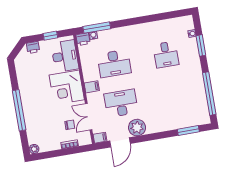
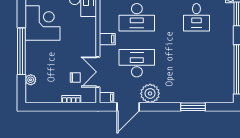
corner desk: (67, 87) -> (43, 23), moved, turned 180
window: (188, 131) -> (193, 107), moved
plant: (34, 149) -> (31, 80), moved

